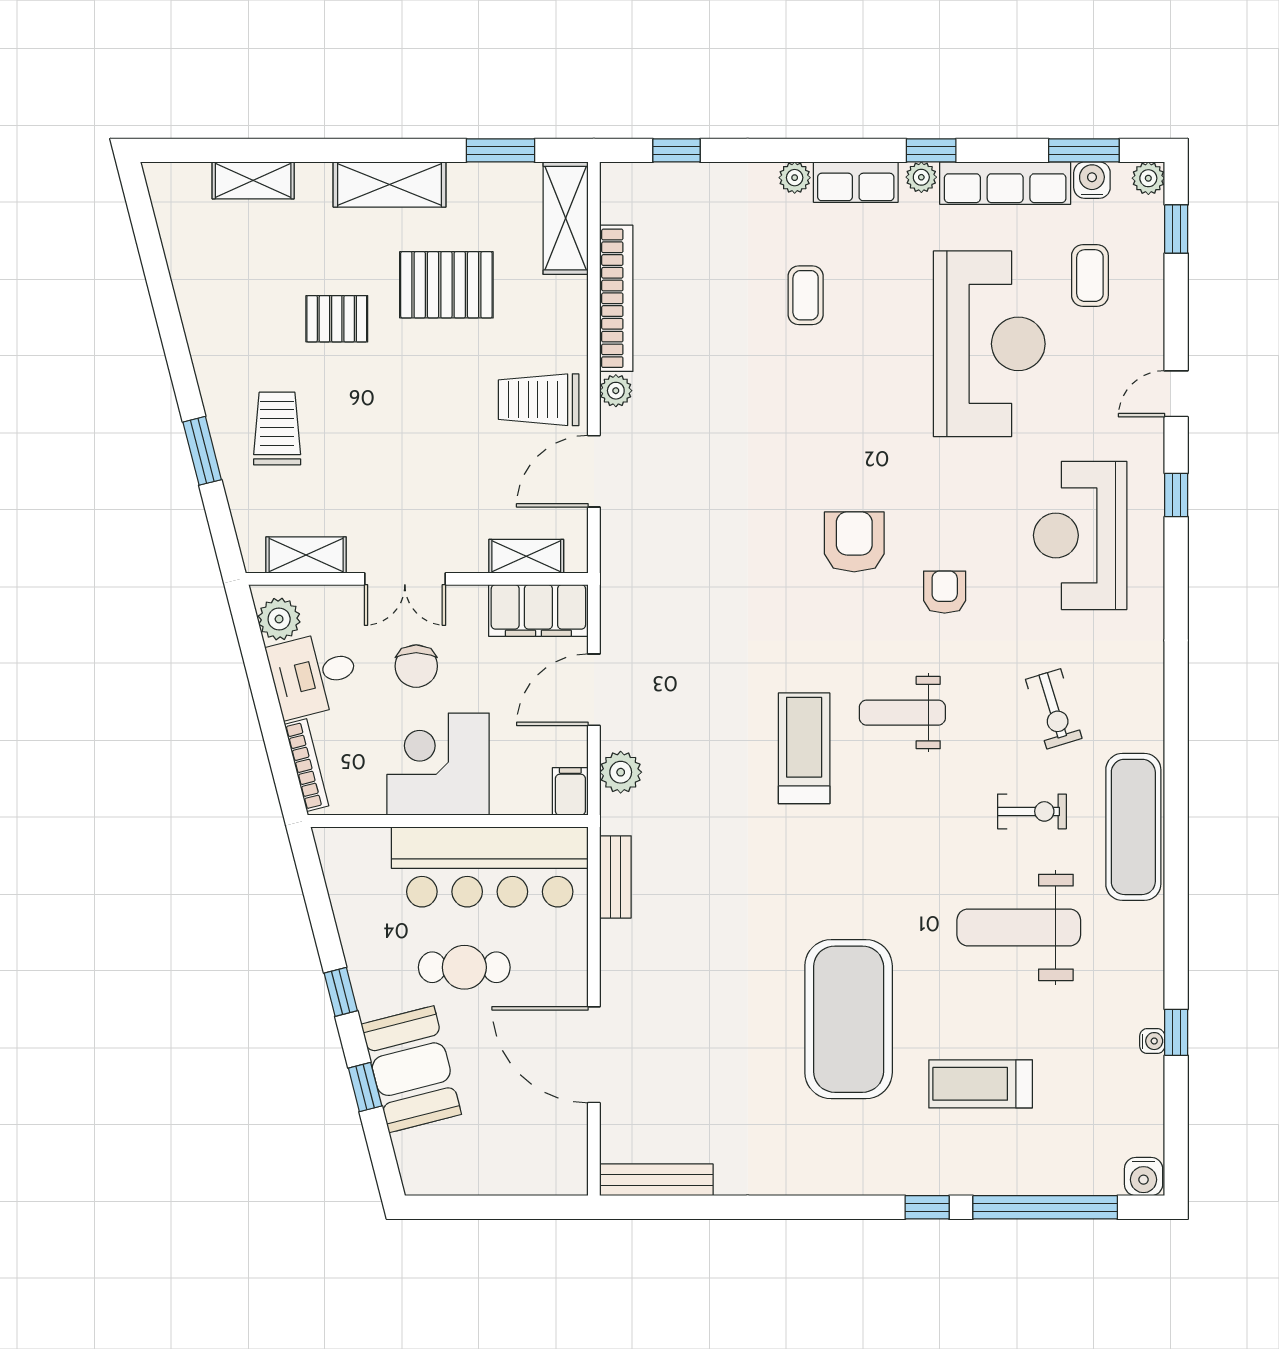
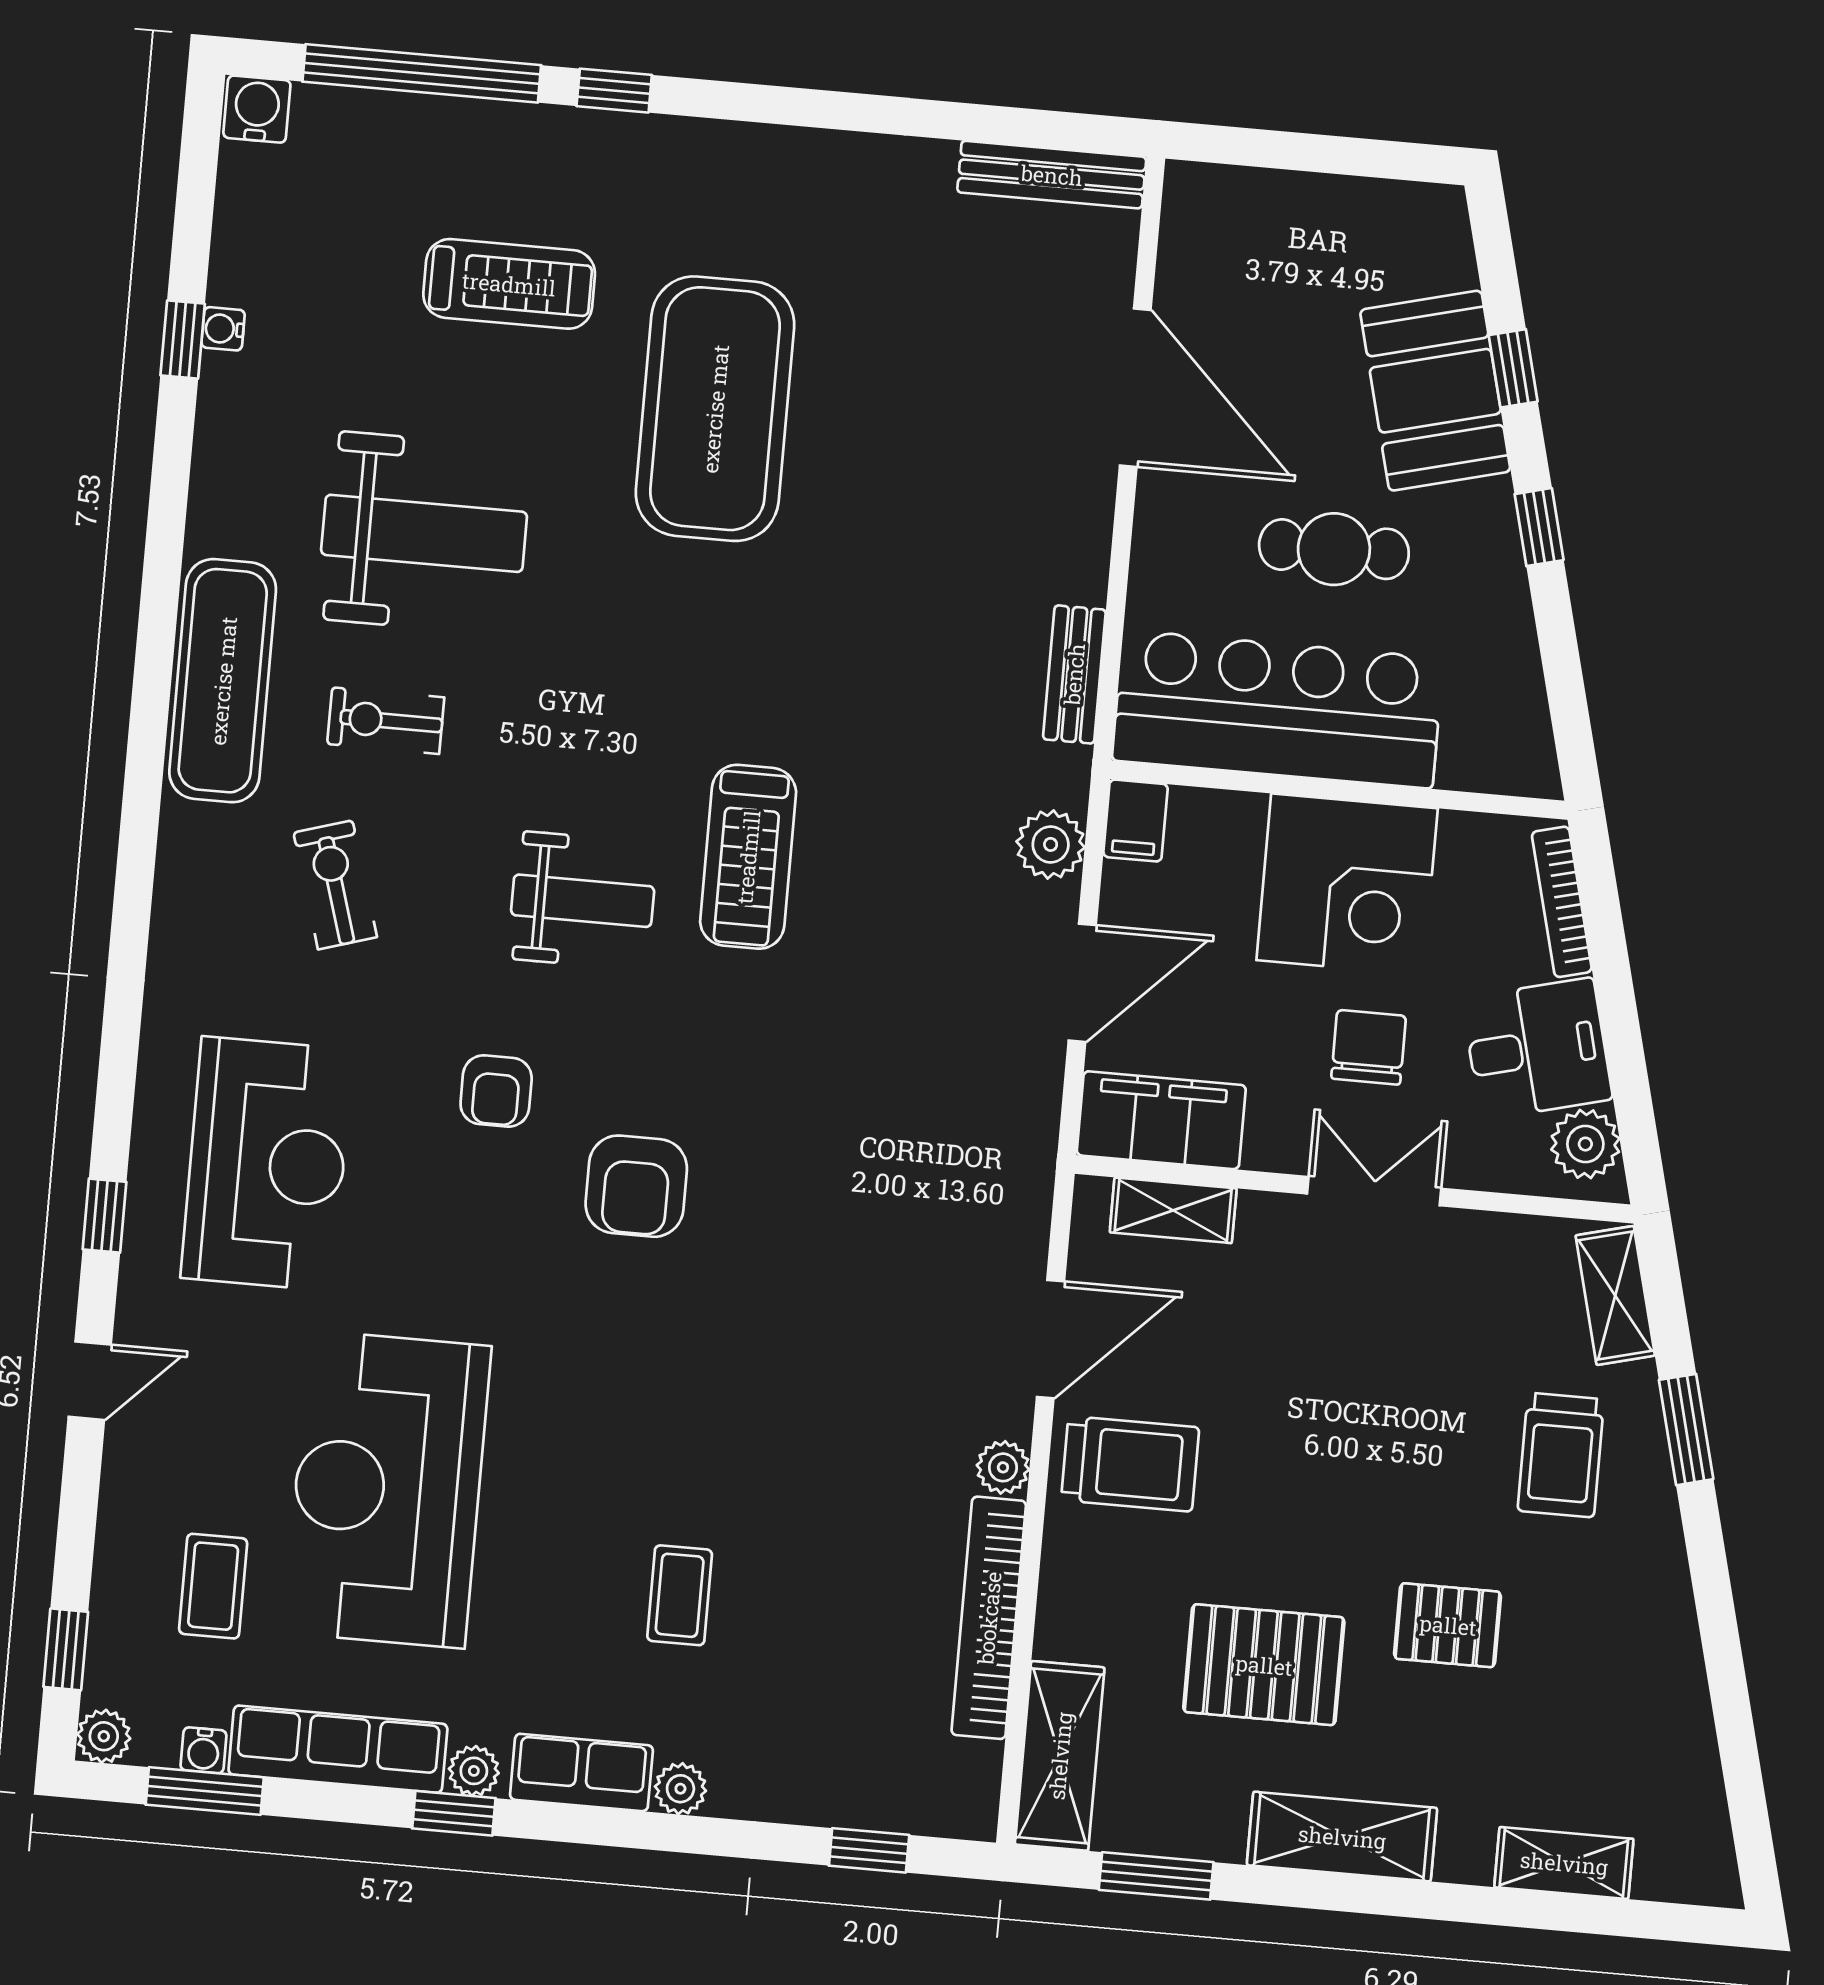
water cooler: (1092, 180) -> (203, 1750), width x0.72, depth x0.72
shelving: (306, 555) -> (1615, 1295), moved, turned 76

